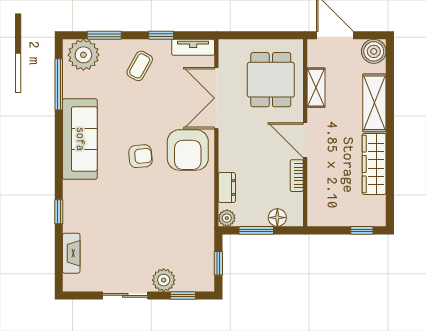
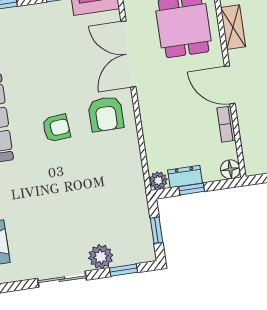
coffee table: (140, 66) -> (41, 32), removed
armchair: (188, 150) -> (106, 114), width x0.73, depth x0.73
dresser: (227, 187) -> (185, 177), moved, turned -90
floor lamp: (277, 218) -> (230, 169), moved
window: (256, 230) -> (192, 189), width x0.67

